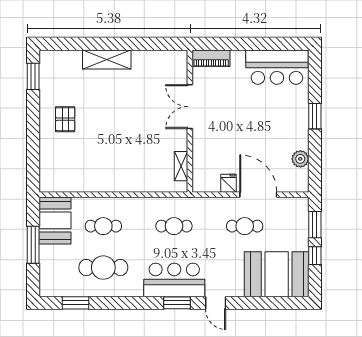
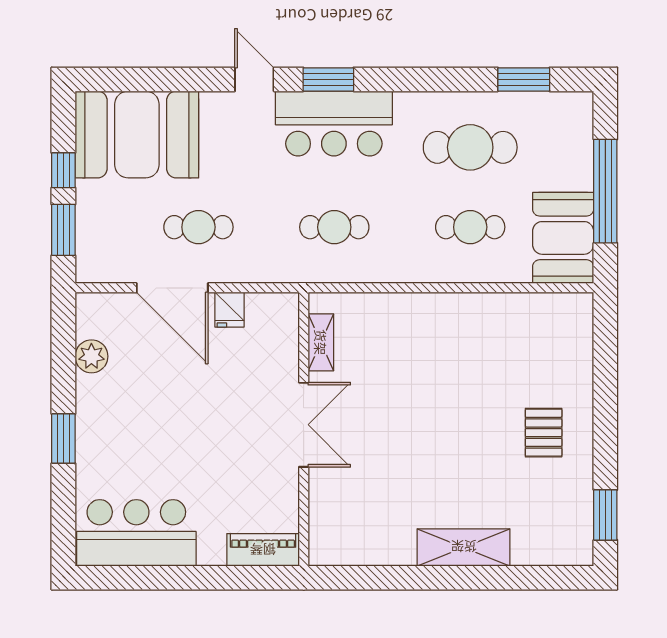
double door: (190, 107) -> (304, 425), moved
window: (33, 245) -> (605, 191), width x1.46

